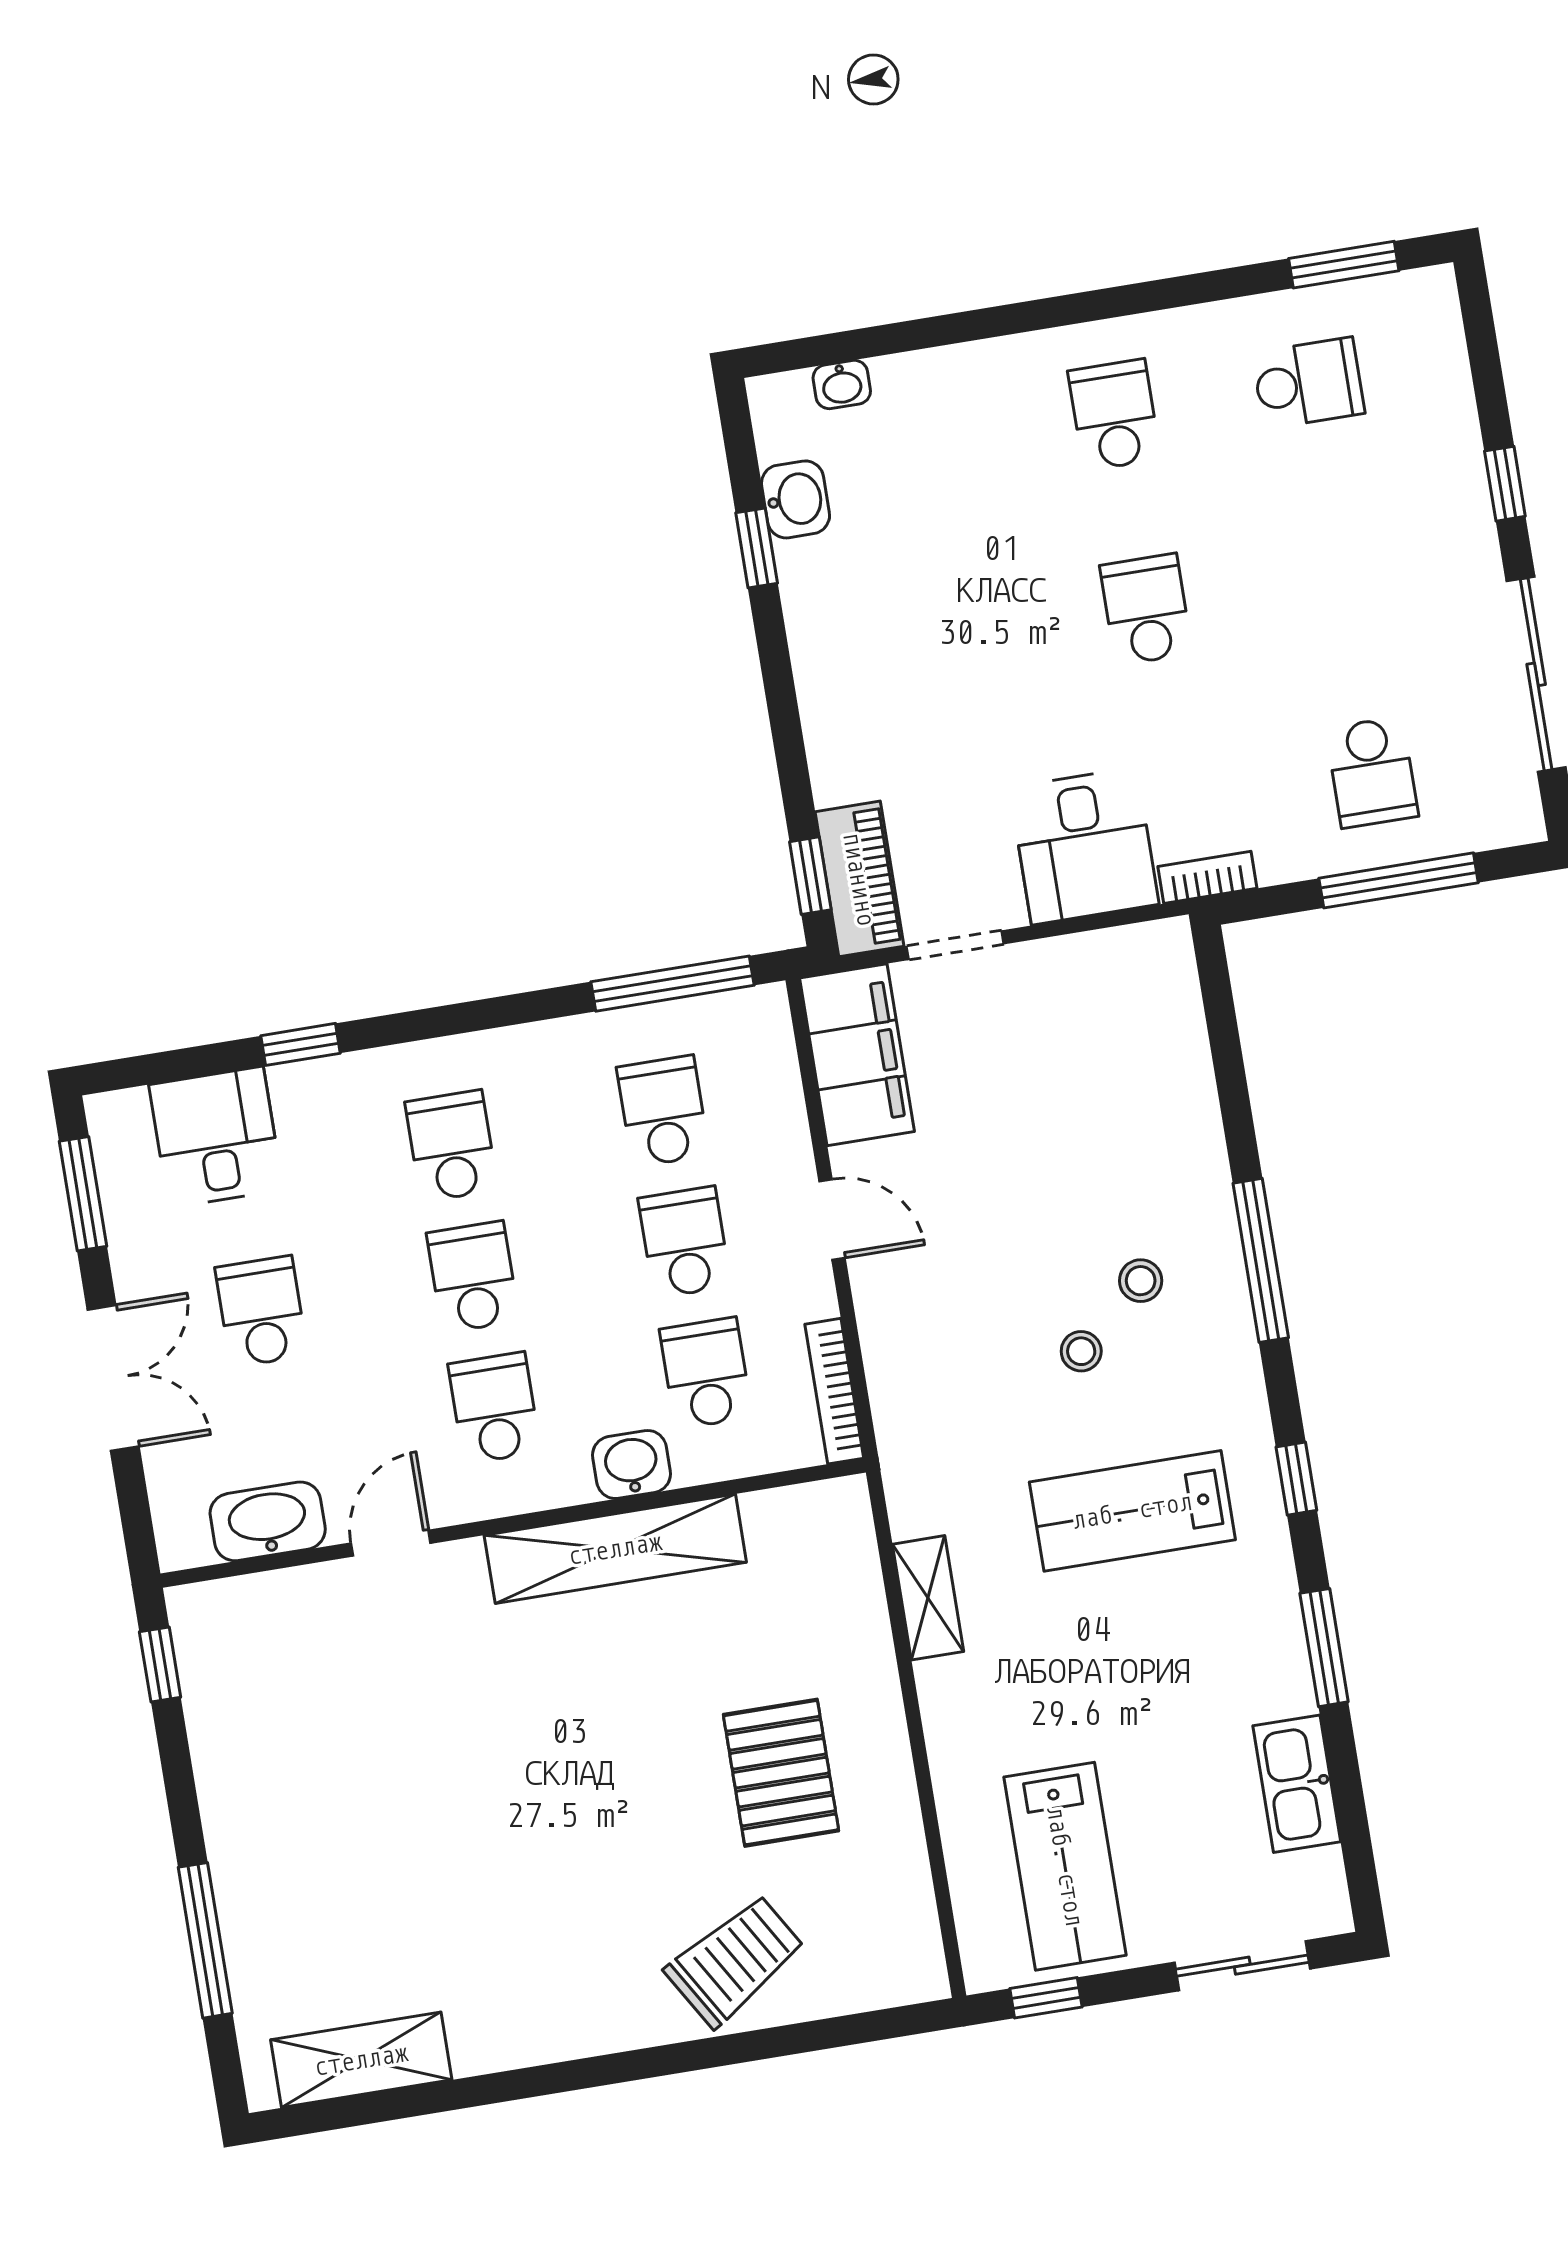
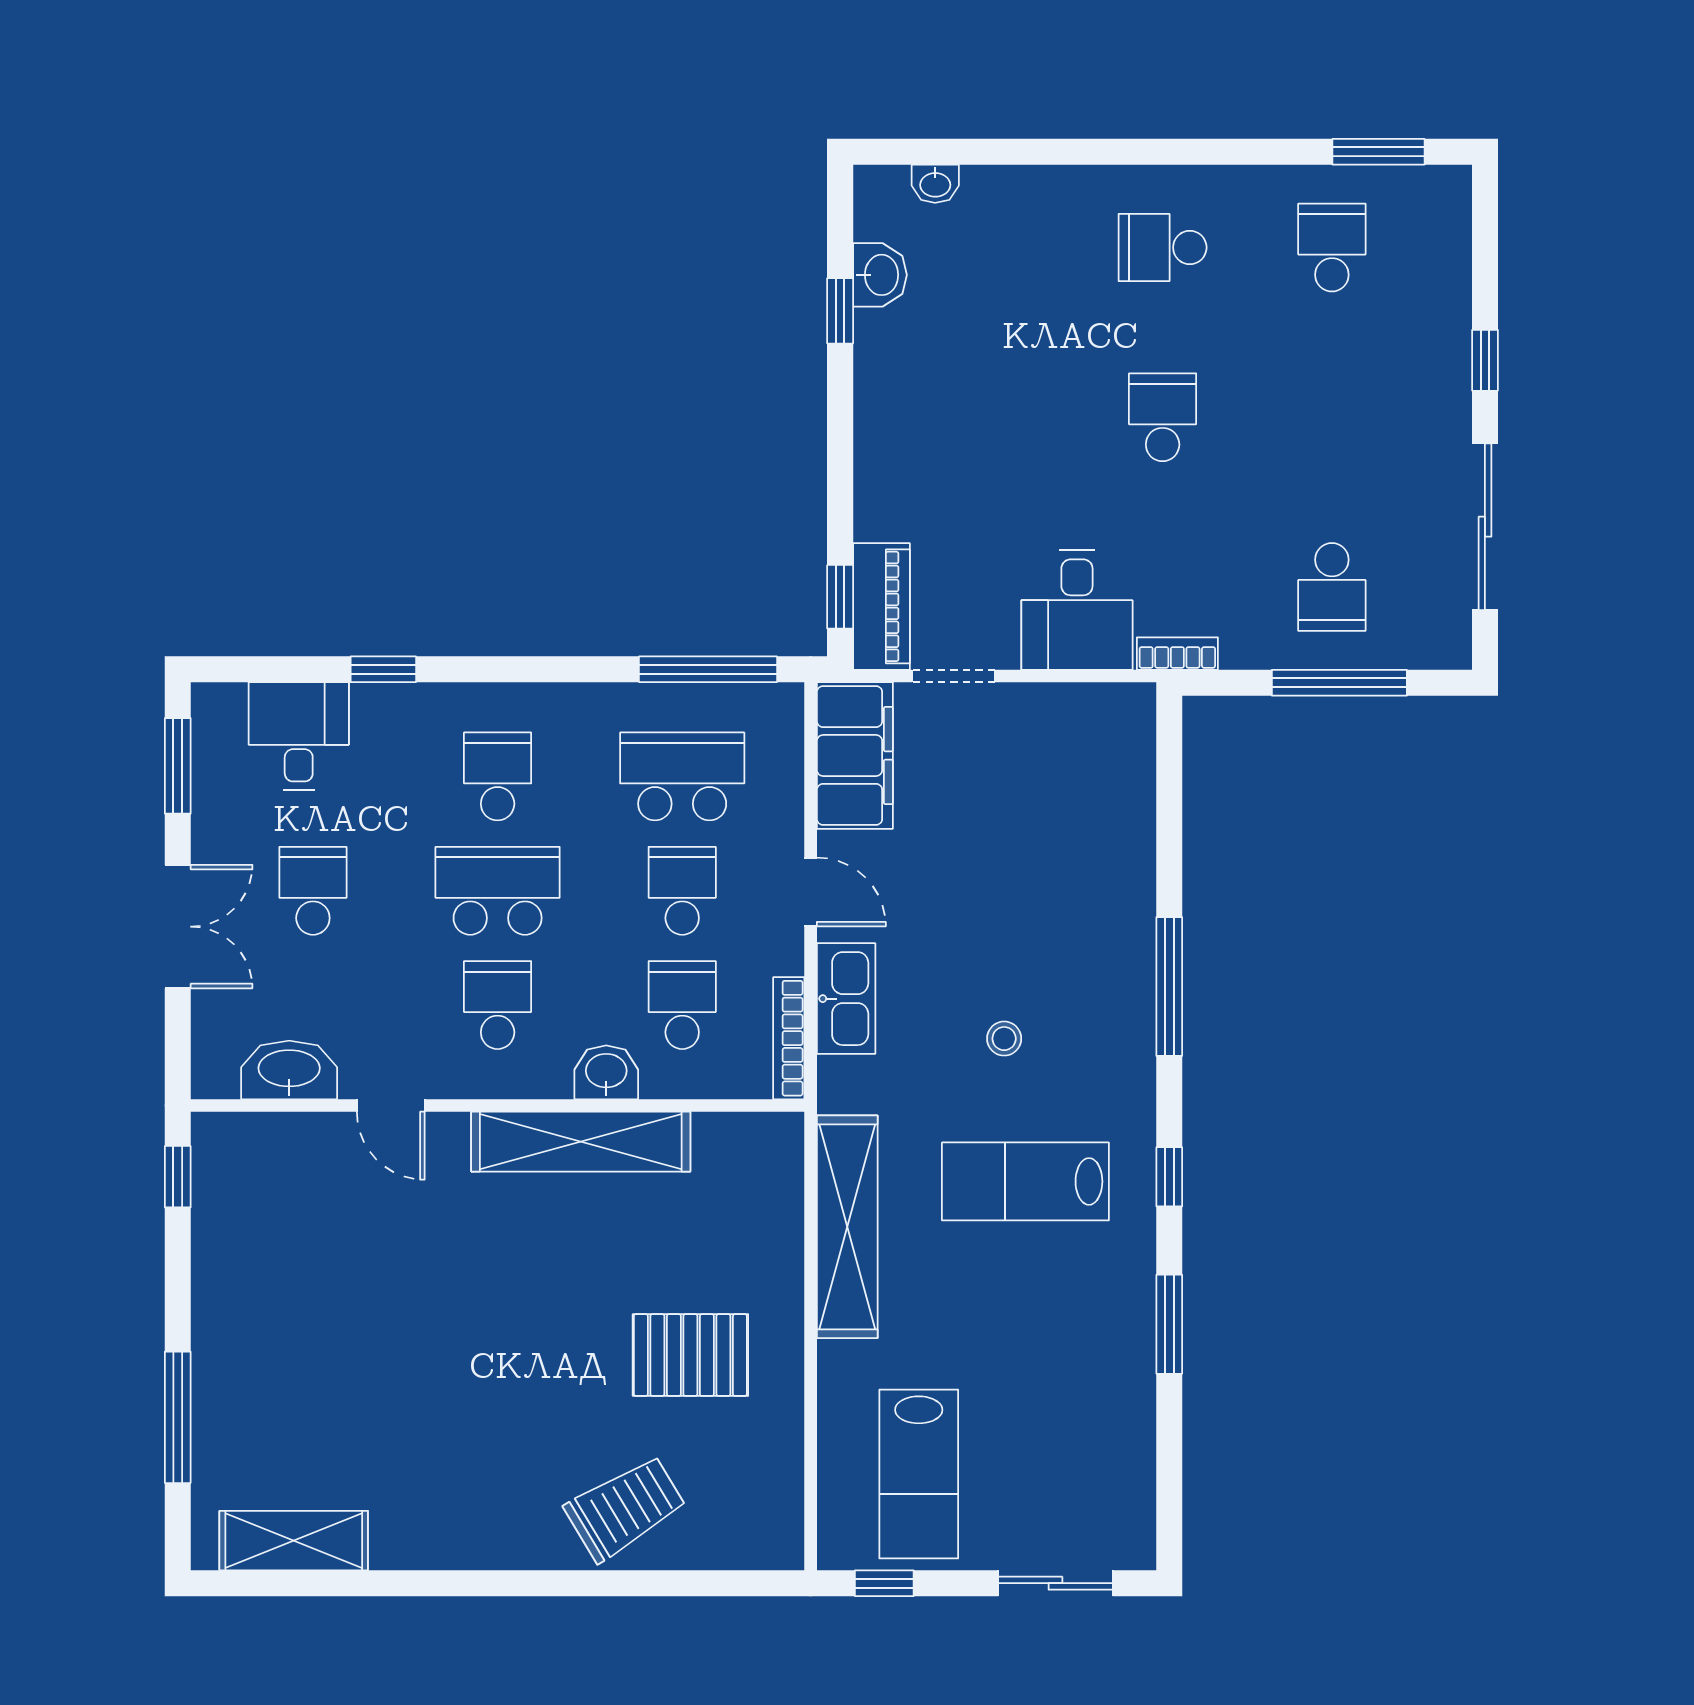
school desk: (1308, 383) -> (1332, 247), turned -90
school desk: (1114, 415) -> (1163, 247), turned -90
school desk: (663, 1111) -> (682, 776), width x1.85
school desk: (473, 1277) -> (498, 891), width x1.85
stool: (1141, 1281) -> (1064, 987), removed
door: (391, 1543) -> (391, 1106), swing flipped
shelving: (928, 1598) -> (847, 1227), width x2.20, depth x1.33
pallet: (781, 1773) -> (690, 1355), turned 90
kitchen sink: (1297, 1784) -> (846, 999), moved, turned 180

